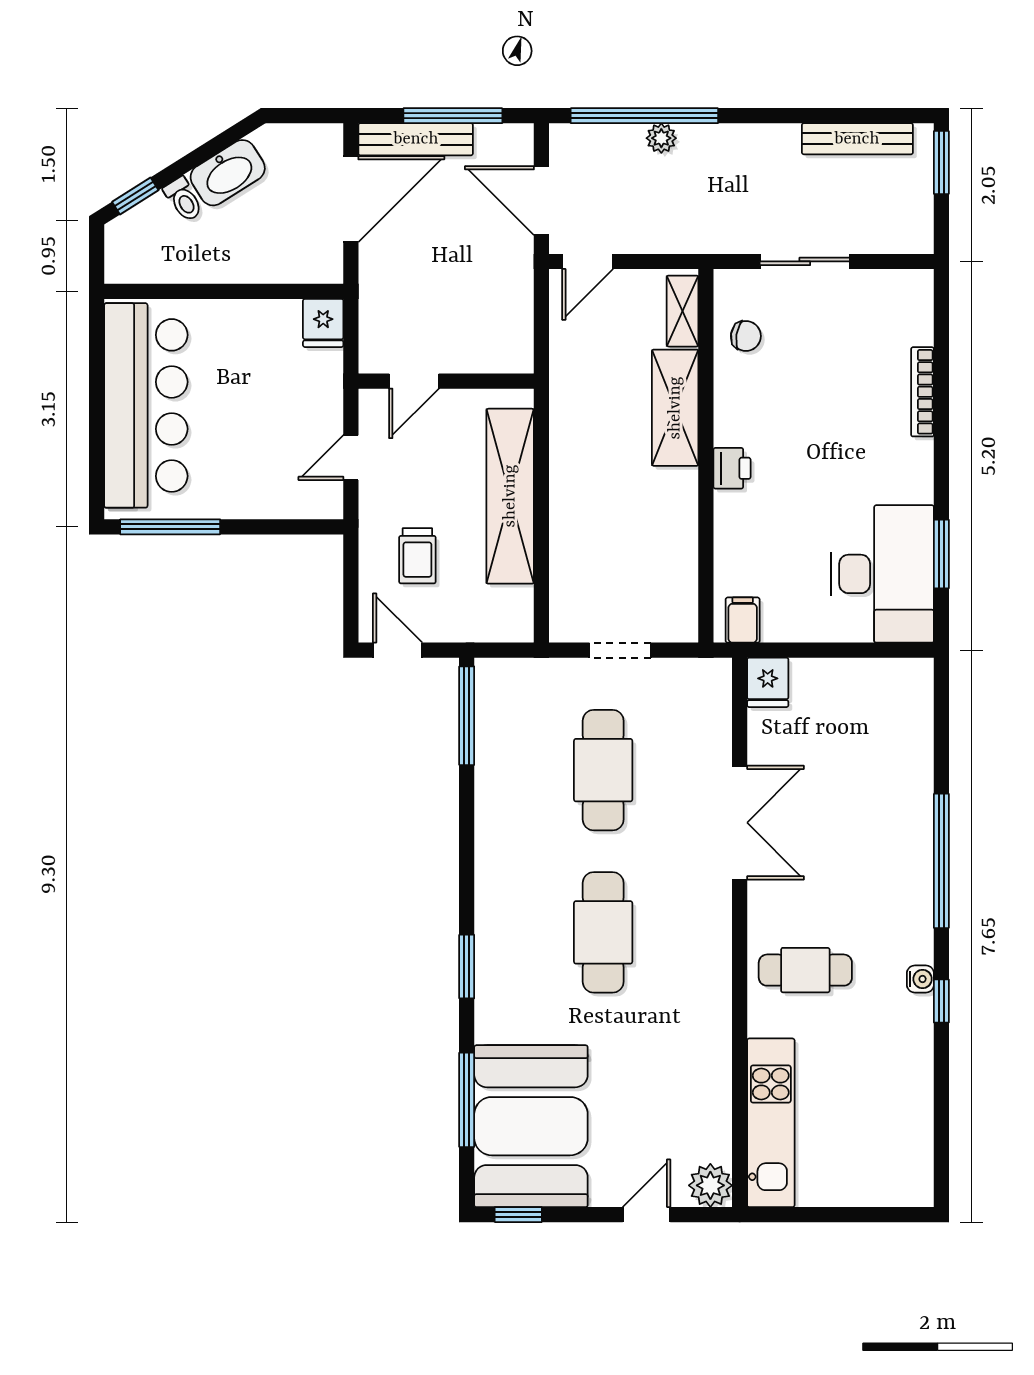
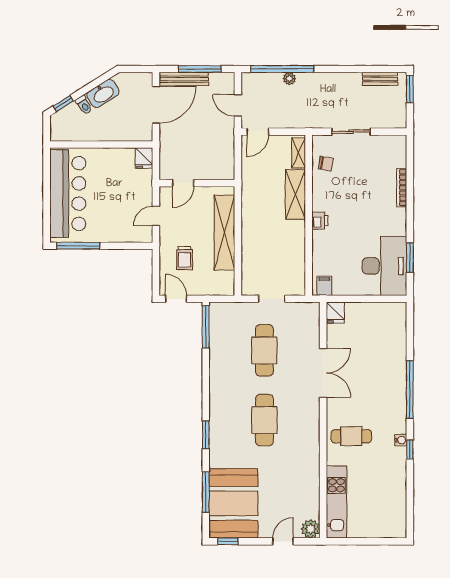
bench: (857, 139) -> (380, 79), width x0.73
door: (541, 201) -> (238, 105), width x0.73

